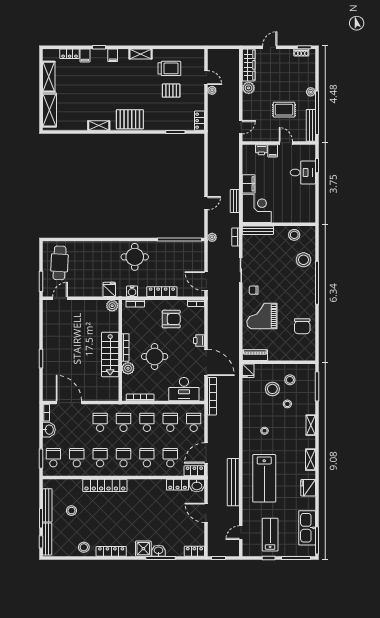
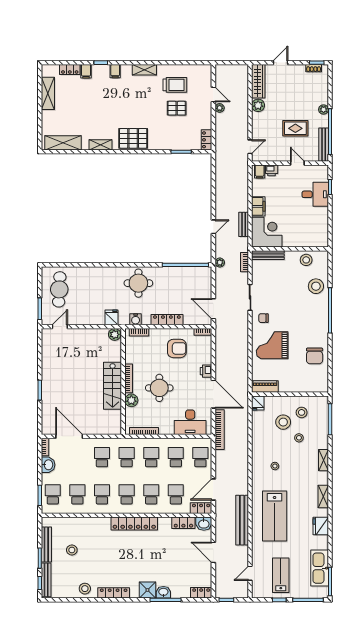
shelving: (49, 110) -> (63, 143), moved, turned 90
filing cabinet: (273, 151) -> (260, 172), moved
locker: (105, 485) -> (134, 523), moved

